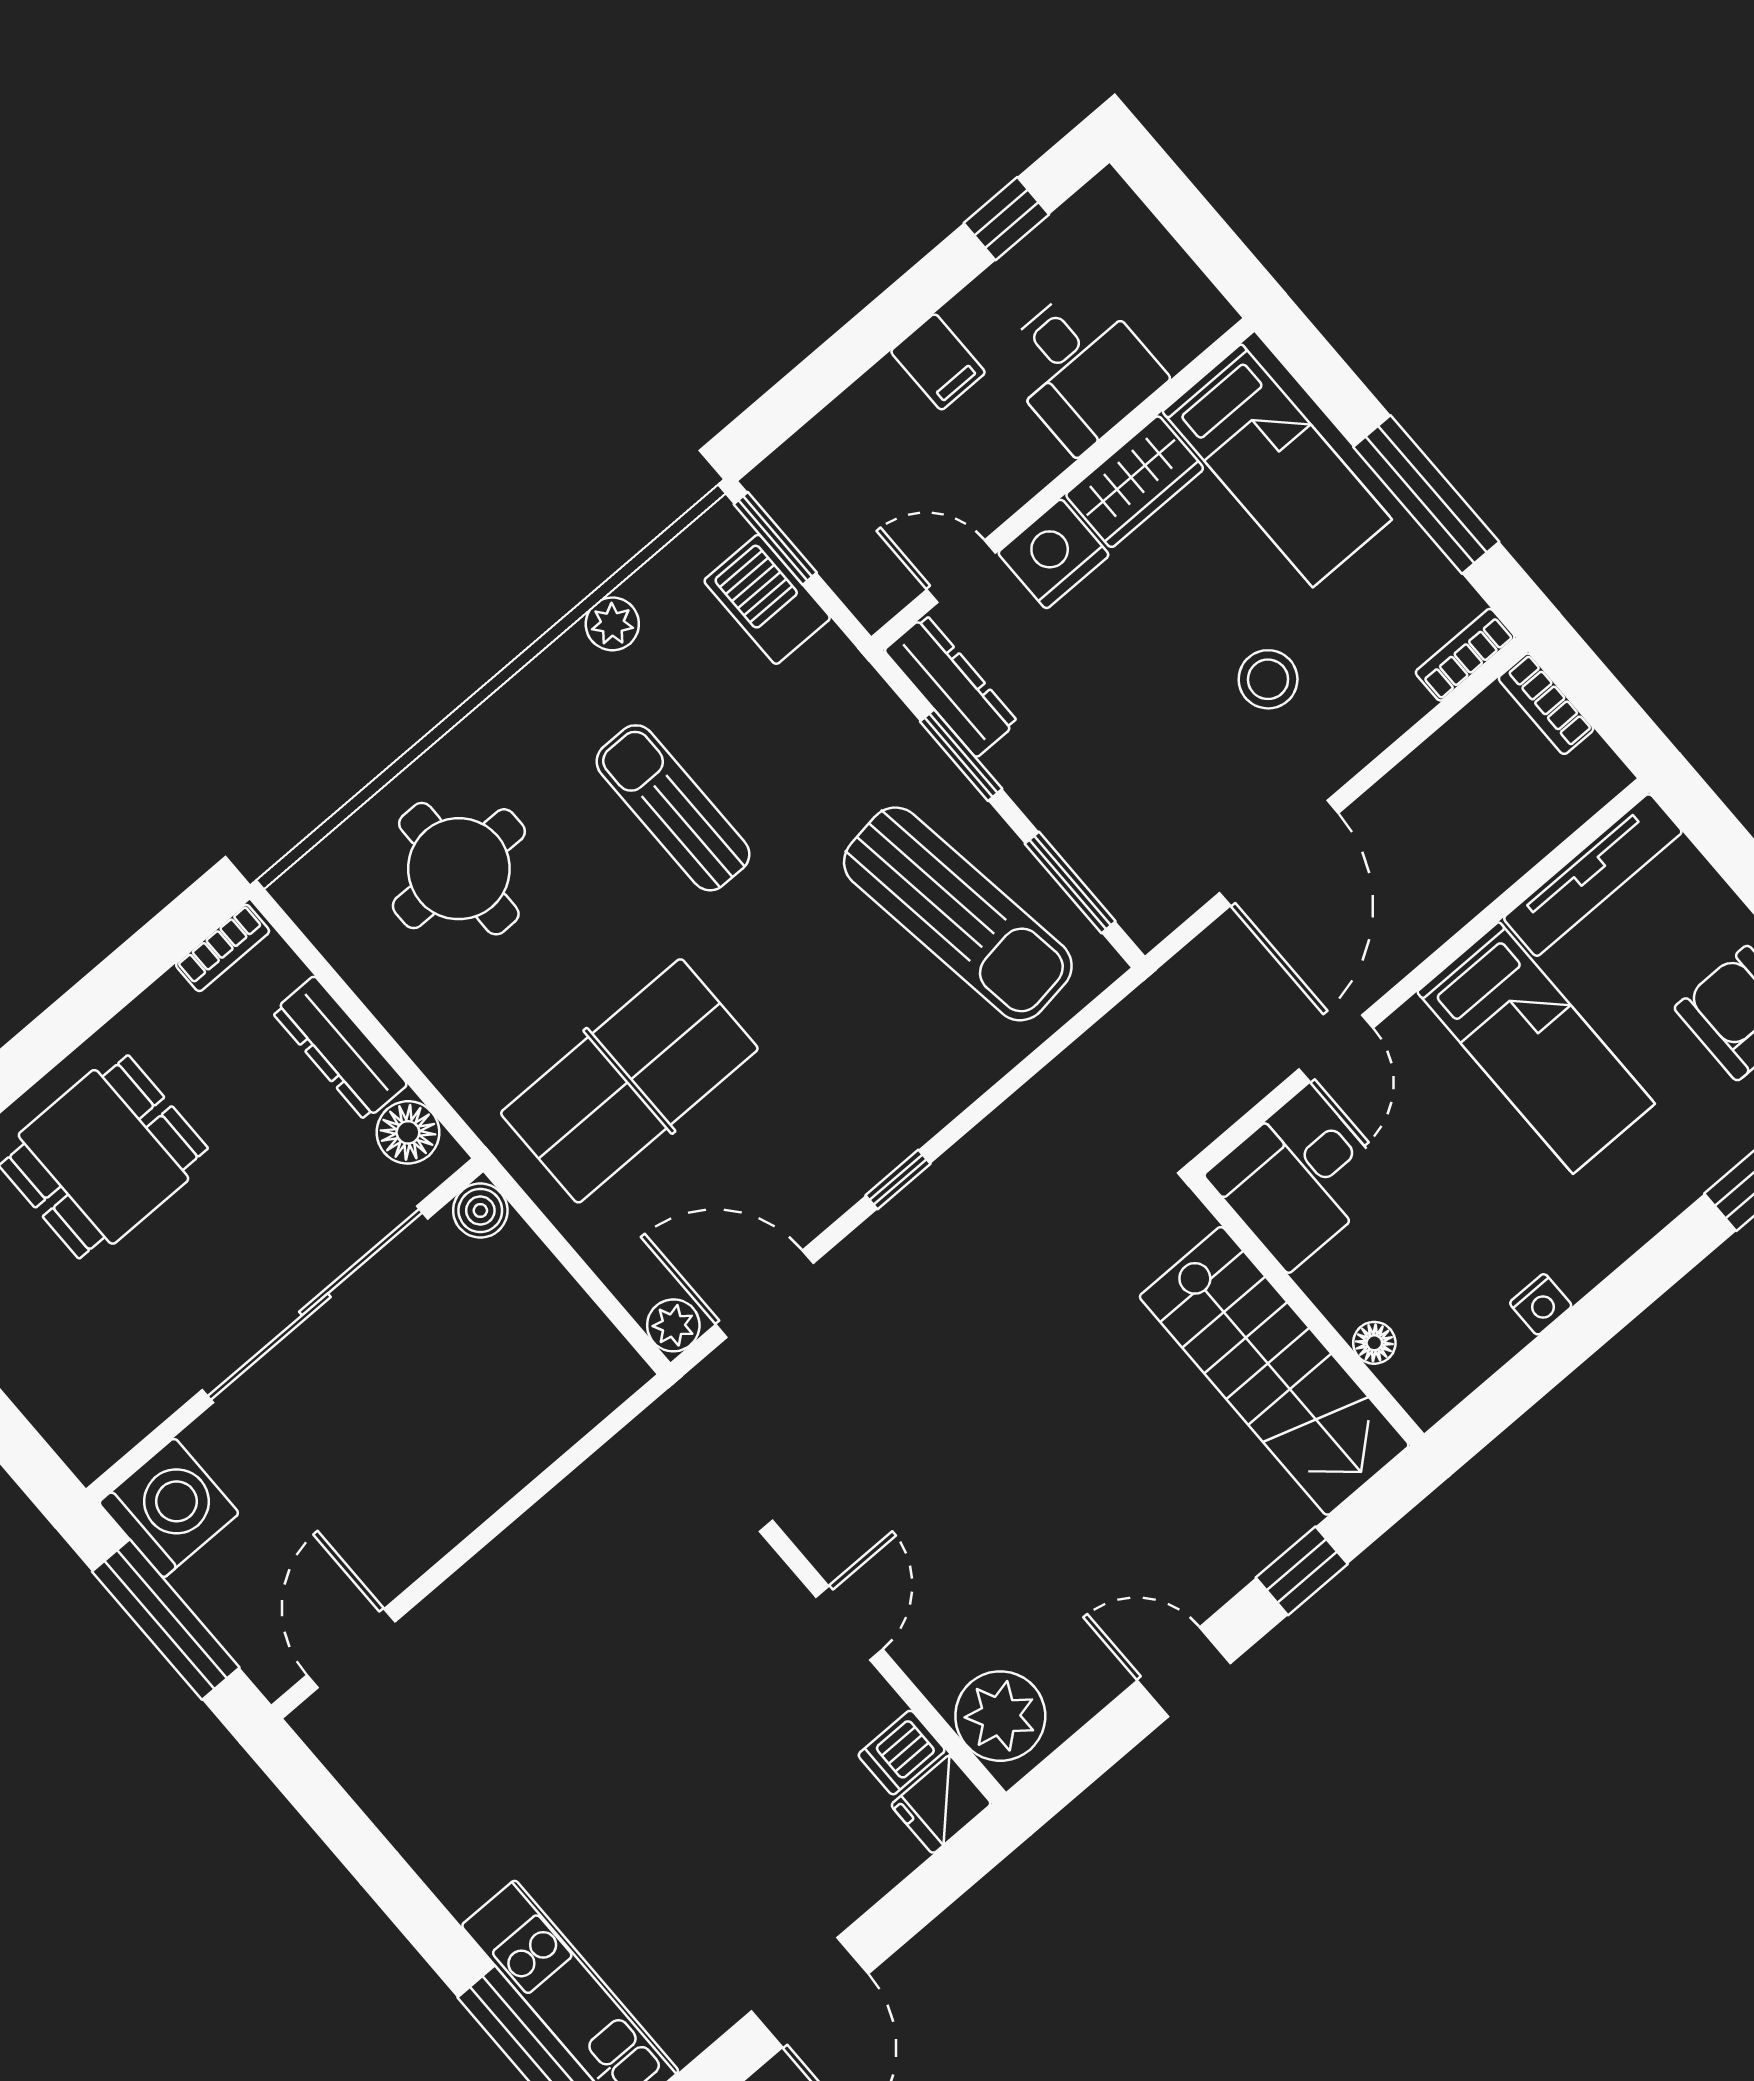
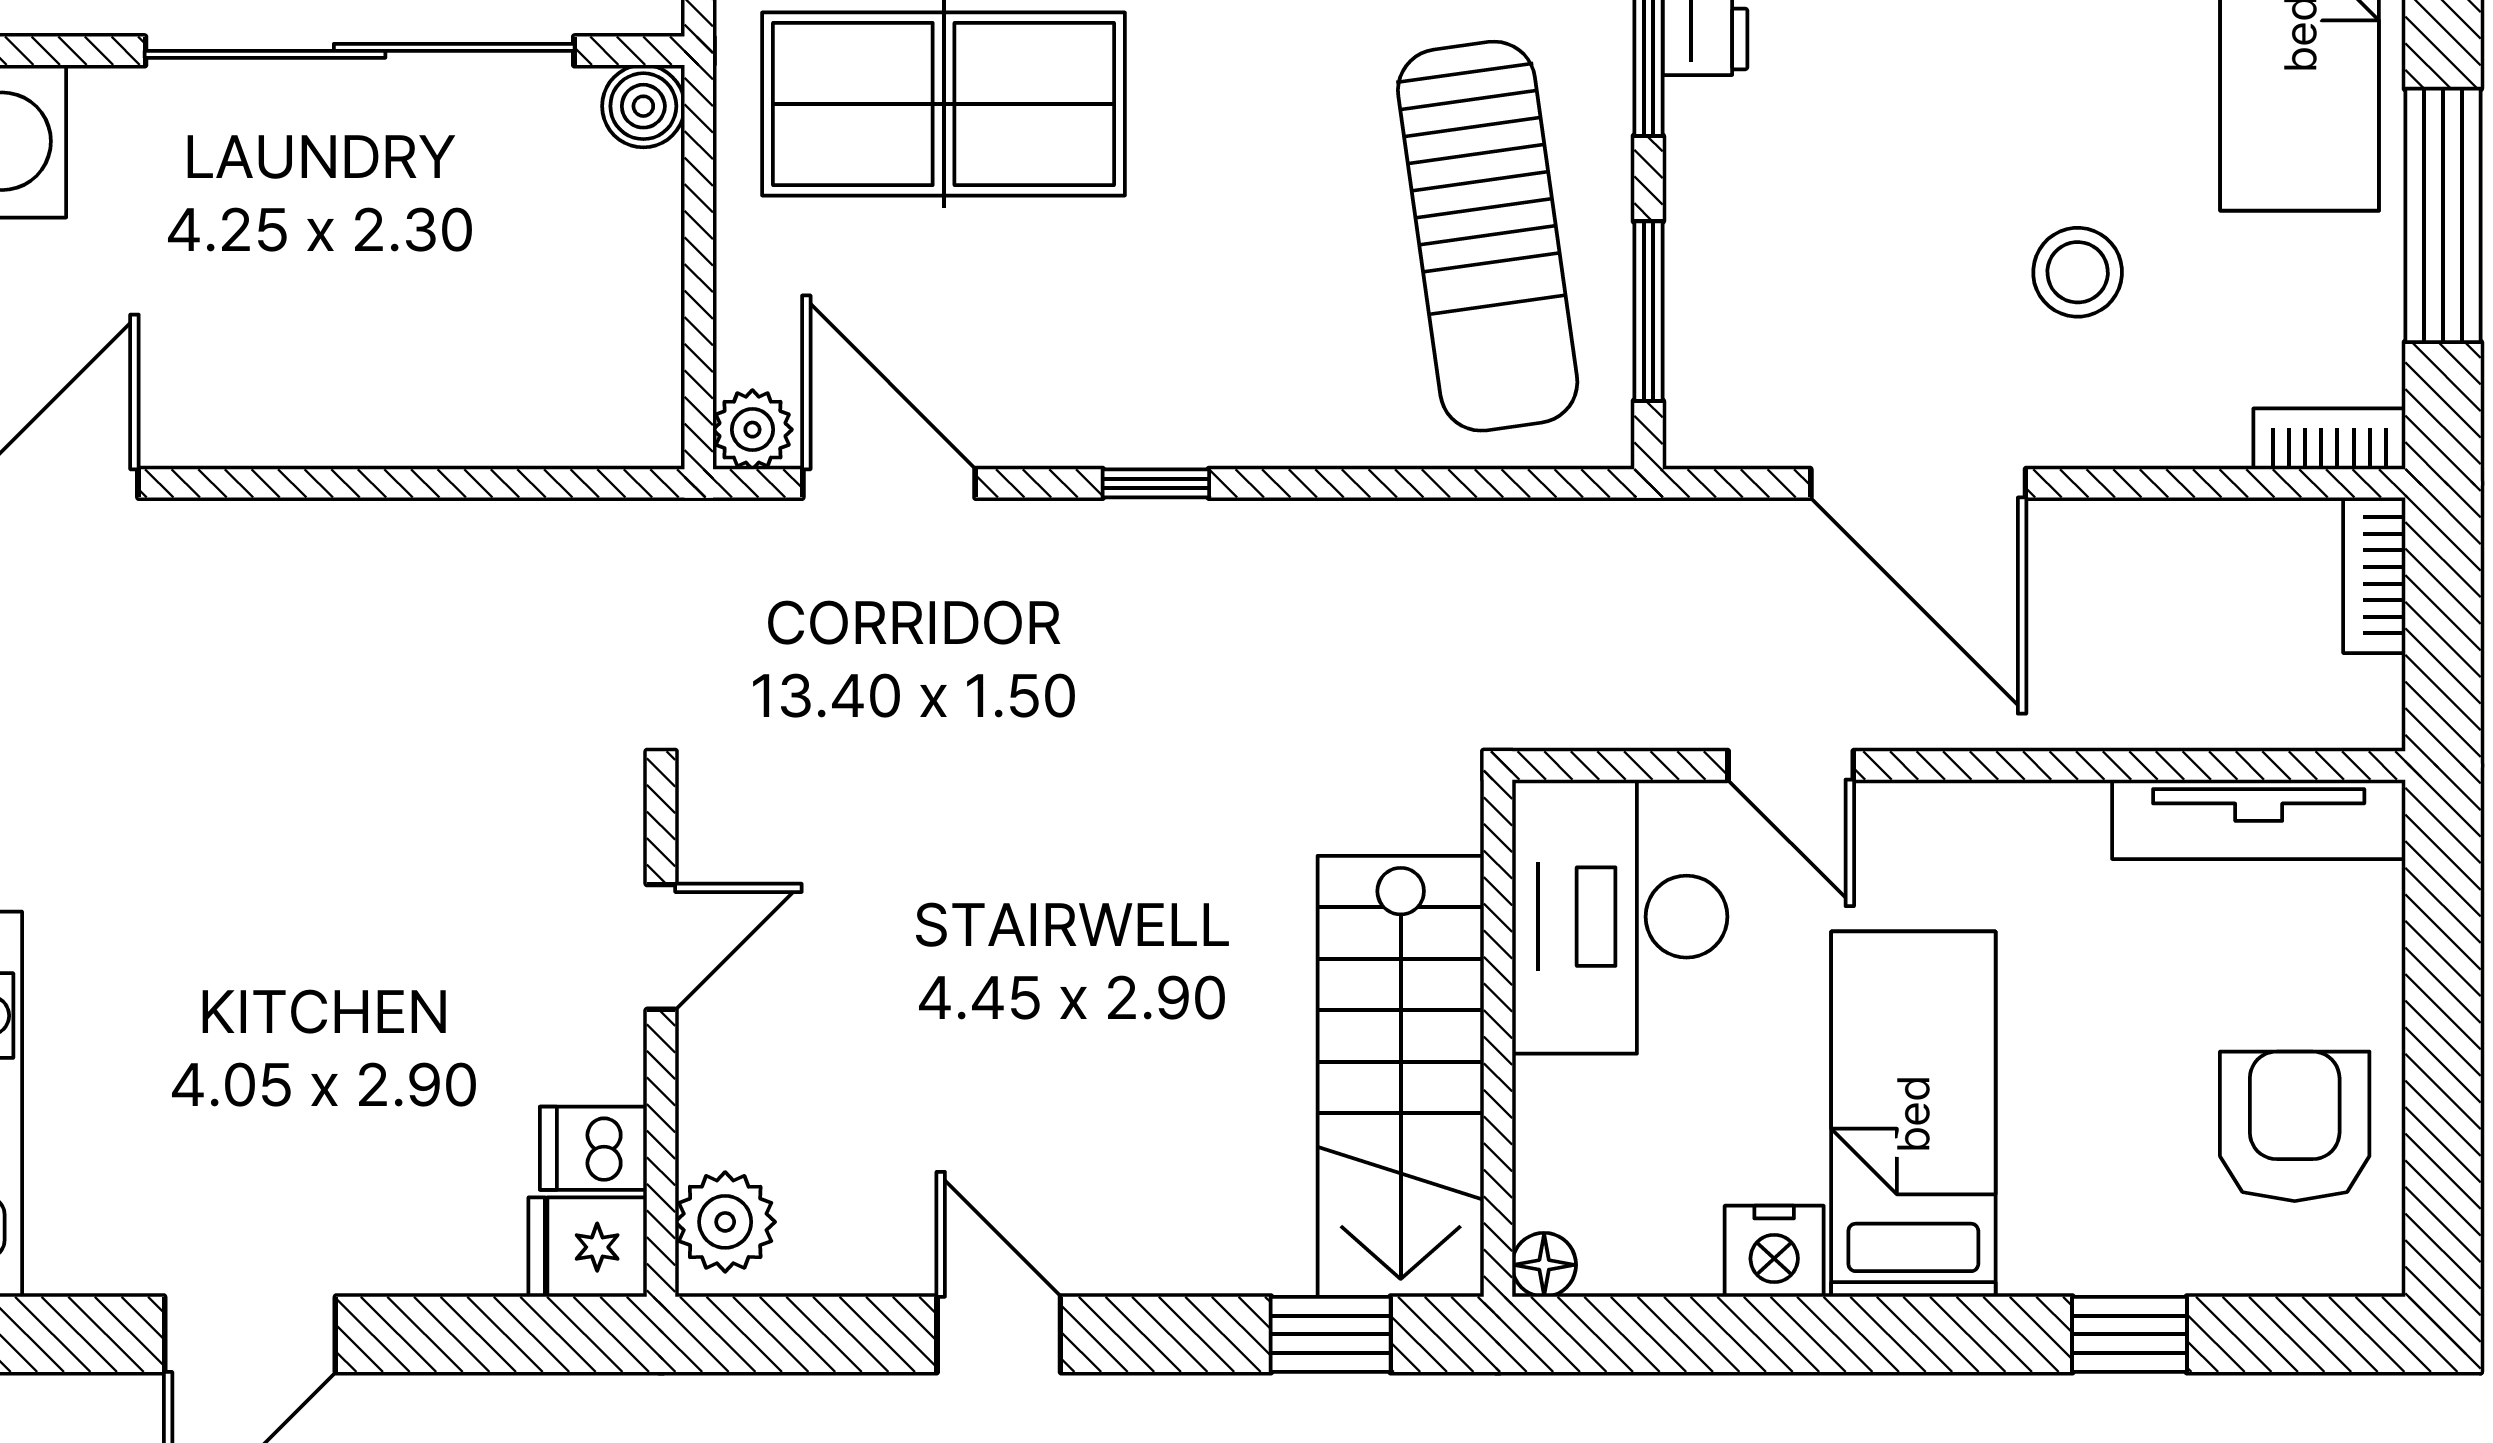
door: (1279, 853) -> (1918, 483), hinge flipped
bed: (1536, 1048) -> (1913, 1114), moved, turned 180
door: (1336, 1049) -> (1791, 765), hinge flipped
desk: (1299, 1179) -> (1620, 917), width x1.37
nightstand: (1541, 1304) -> (1774, 1251), width x1.39, depth x1.35
floor lamp: (1374, 1343) -> (1544, 1265), moved
window: (1302, 1571) -> (1331, 1334), moved
plant: (1000, 1716) -> (725, 1222), width x0.73, depth x0.73

